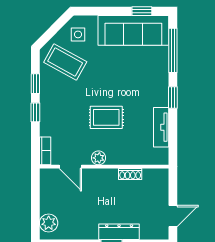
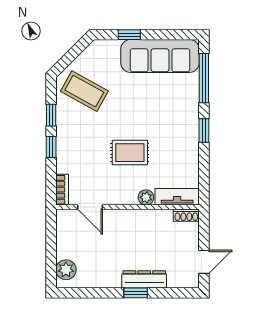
window: (142, 11) -> (129, 35), moved
side table: (78, 34) -> (99, 60), removed
tv unit: (161, 127) -> (177, 197), moved, turned 90
plant: (99, 158) -> (146, 197), moved
shoe rack: (130, 174) -> (186, 215), moved

